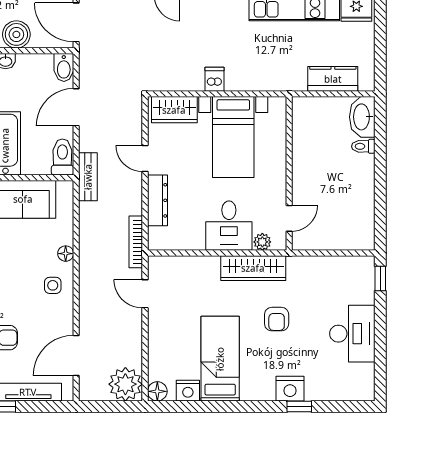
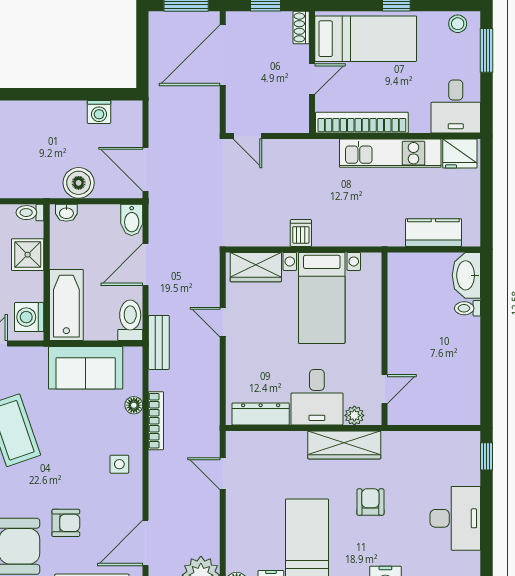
dresser: (157, 200) -> (261, 414), moved, turned -90
bookcase: (136, 242) -> (156, 421), moved, turned 180
floor lamp: (66, 254) -> (134, 405), moved
armchair: (277, 319) -> (370, 502), turned 180

